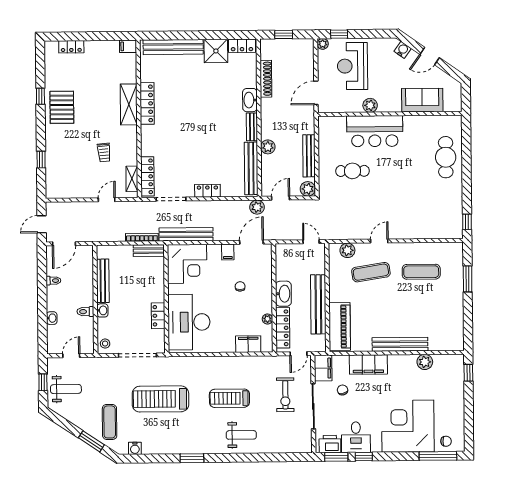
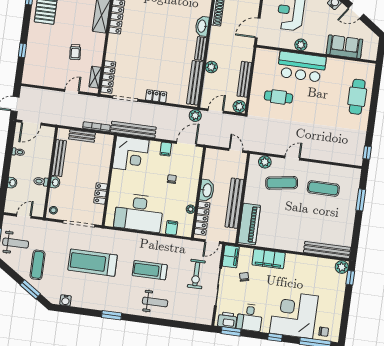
bench: (149, 251) -> (82, 136), moved
desk: (189, 322) -> (139, 213), moved, turned -90
filing cabinet: (248, 344) -> (172, 228), width x0.50
bench: (400, 344) -> (327, 250), moved
plant: (425, 362) -> (342, 267), moved
exercise mat: (110, 422) -> (38, 265), moved
window: (364, 457) -> (275, 337), moved

